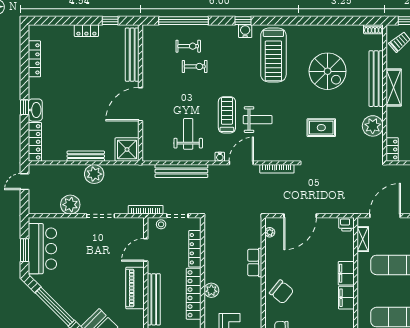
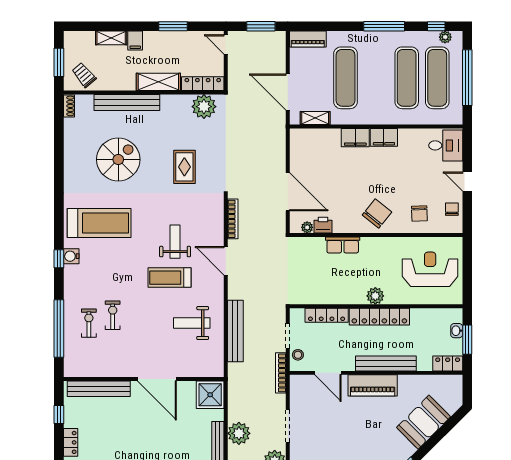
shelving: (394, 87) -> (158, 82), moved
plant: (373, 126) -> (204, 107), moved
locker: (392, 149) -> (203, 84), width x1.53
water cooler: (220, 157) -> (219, 286), removed
printer: (346, 224) -> (323, 225), moved, turned -90

